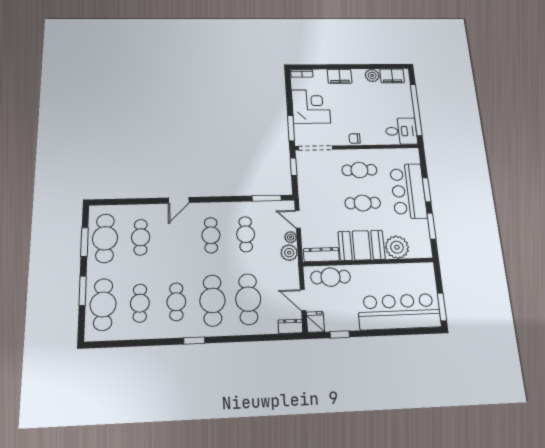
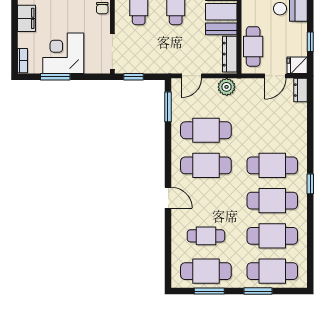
window: (291, 128) -> (55, 77), moved
cafe table: (246, 234) -> (206, 130), width x1.37, depth x1.35
cafe table: (211, 235) -> (206, 165), width x1.37, depth x1.35
plant: (291, 237) -> (210, 84), removed
cafe table: (248, 299) -> (272, 130), removed
cafe table: (176, 302) -> (272, 201), width x1.37, depth x1.35
cafe table: (140, 303) -> (272, 236), width x1.37, depth x1.35

